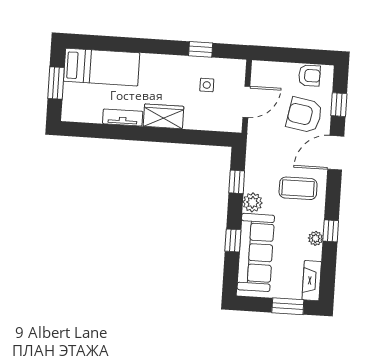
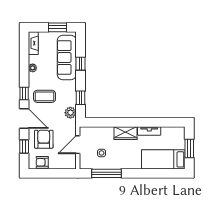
window: (201, 49) -> (106, 173), width x2.17
armchair: (304, 115) -> (44, 139), turned -100
door: (336, 153) -> (24, 118), hinge flipped
plant: (253, 202) -> (70, 113), moved
window: (331, 231) -> (24, 93), moved
window: (288, 306) -> (58, 27), moved

